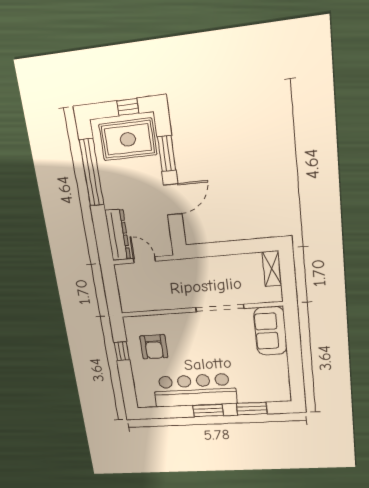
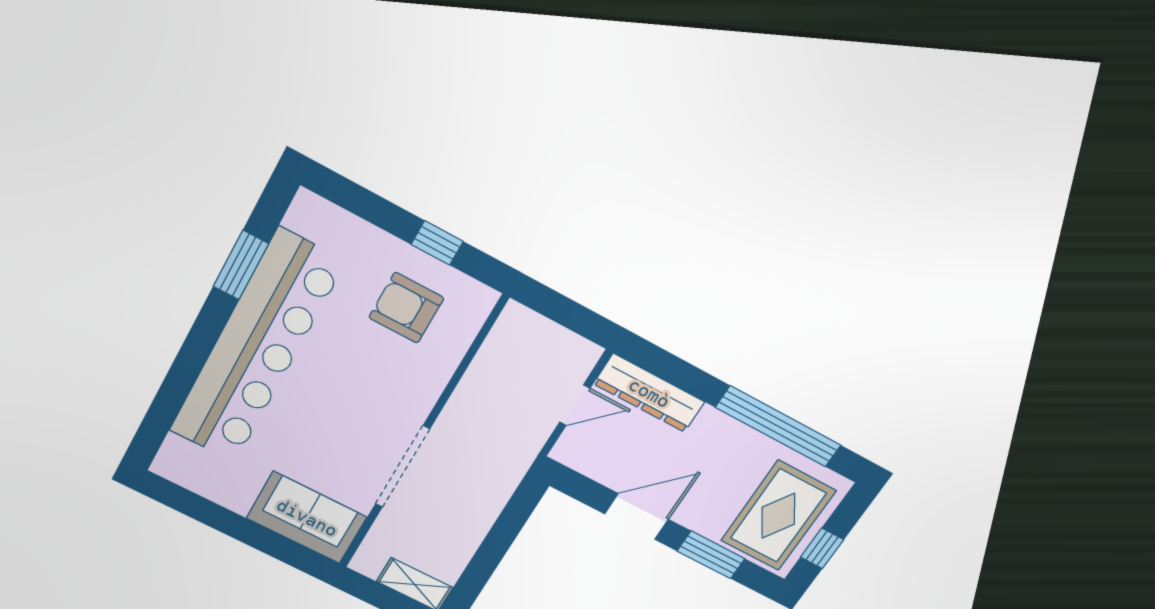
door: (173, 199) -> (637, 517), swing flipped
bar counter: (195, 390) -> (256, 347), width x1.36
window: (252, 409) -> (172, 395), removed
window: (208, 410) -> (241, 265), moved

